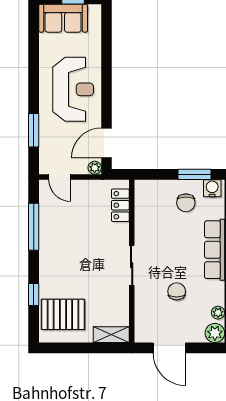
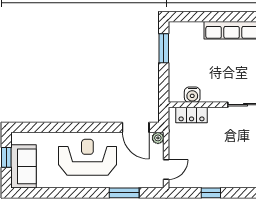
water cooler: (212, 188) -> (192, 95), moved, turned -90
chair: (186, 203) -> (189, 56), removed
window: (34, 227) -> (211, 193), width x0.46

